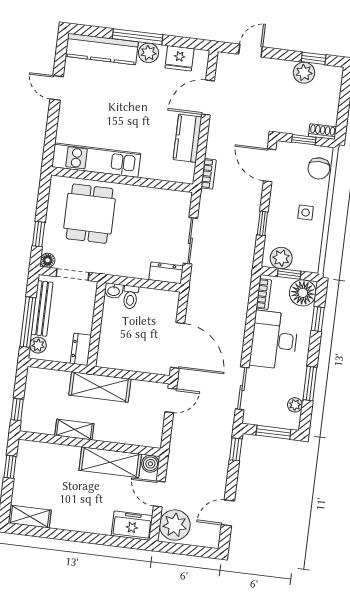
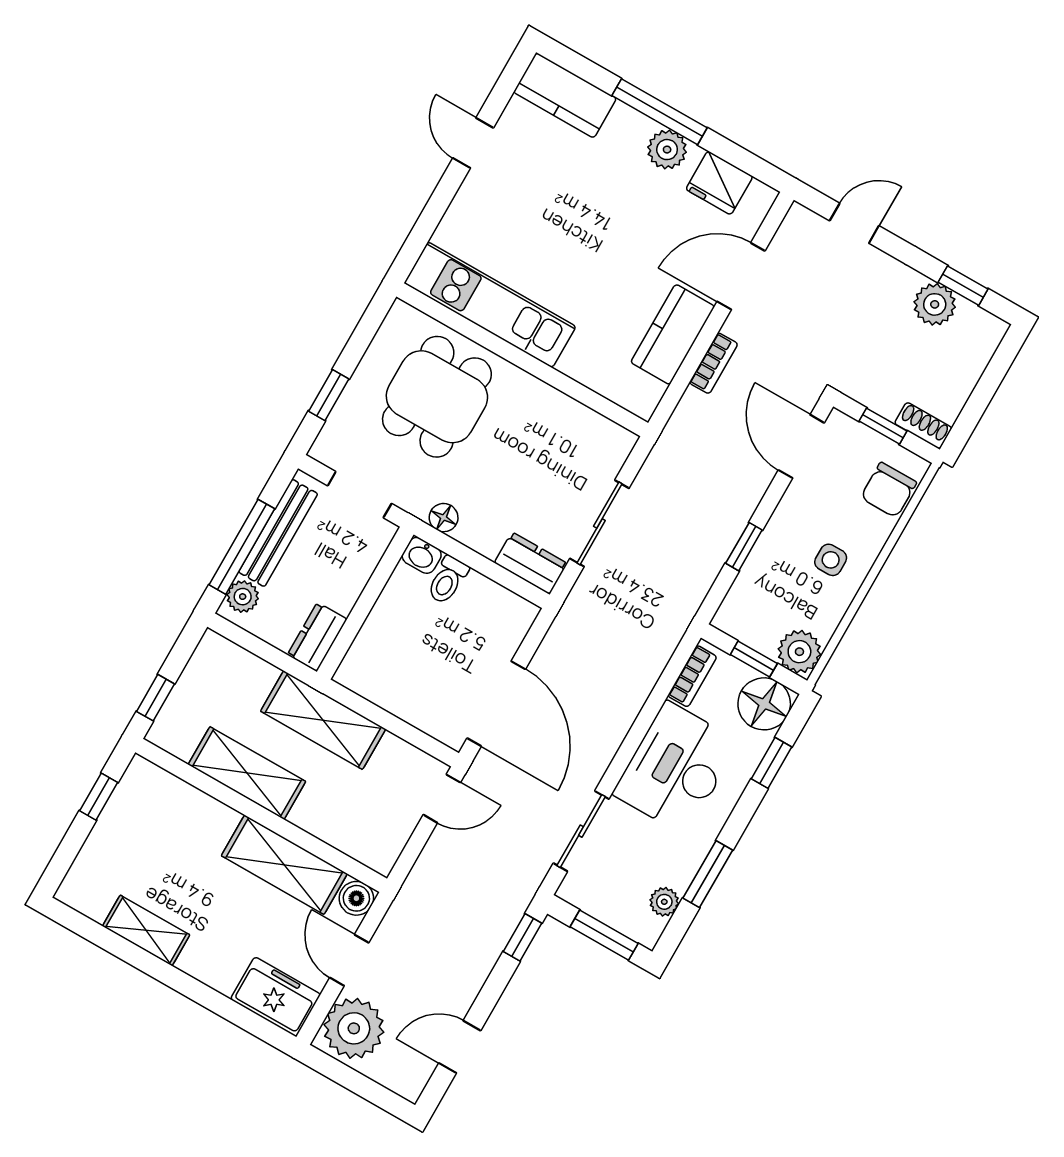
kitchen counter: (102, 49) -> (565, 95), width x0.67
bookcase: (208, 174) -> (713, 363), moved
plant: (281, 258) -> (799, 652), moved
floor lamp: (48, 260) -> (444, 518), moved
shelving: (74, 430) -> (247, 773), width x1.50, depth x1.33
shelving: (30, 517) -> (146, 930), moved

